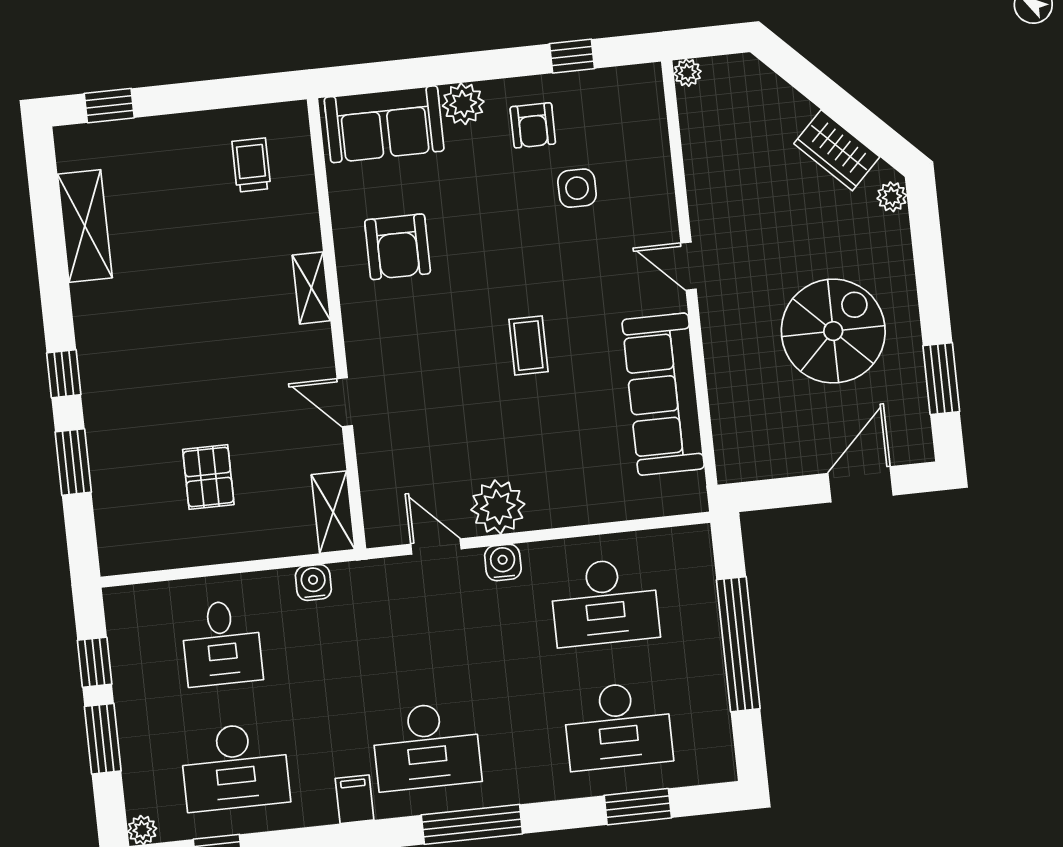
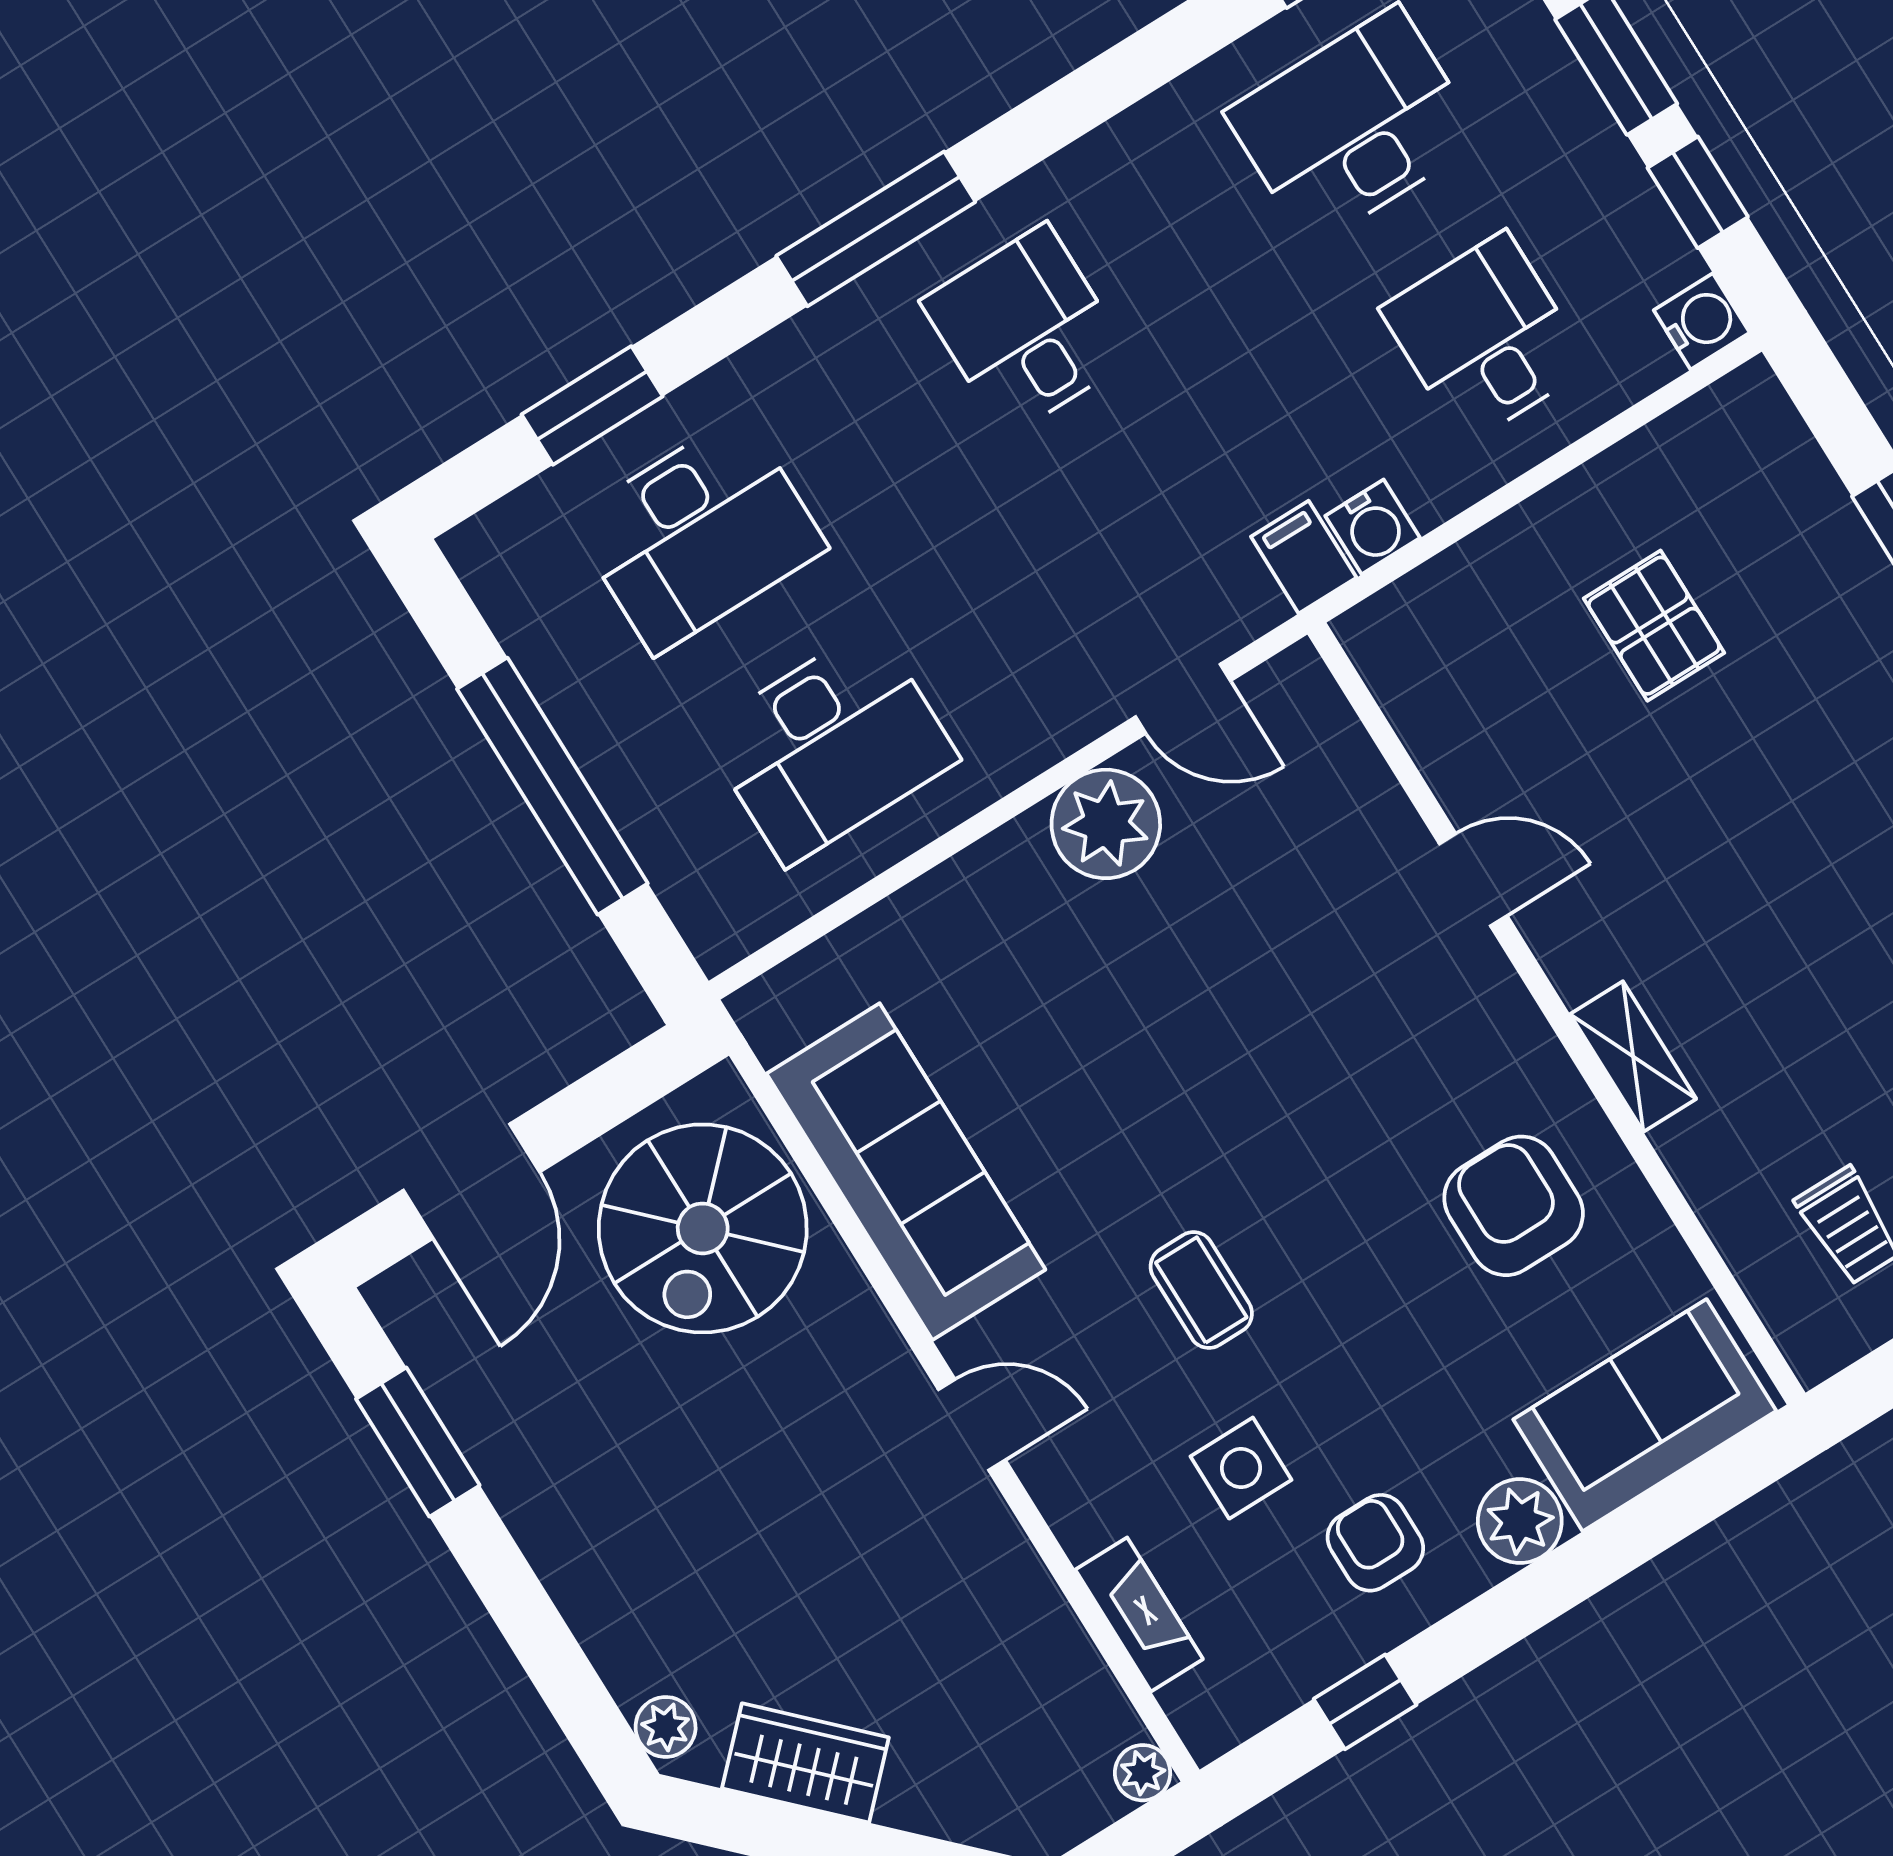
fireplace: (655, 144) -> (1139, 1614), added
spiral stairs: (833, 331) -> (703, 1228), moved
coffee table: (528, 346) -> (1201, 1290), moved
shelving: (333, 512) -> (1398, 671), removed
water cooler: (503, 562) -> (1702, 321), moved, turned -90
desk: (605, 602) -> (830, 745), turned 180
desk: (618, 726) -> (699, 534), turned 180
desk: (426, 746) -> (1026, 330), width x0.73
filing cabinet: (355, 799) -> (1304, 557), moved, turned 180

